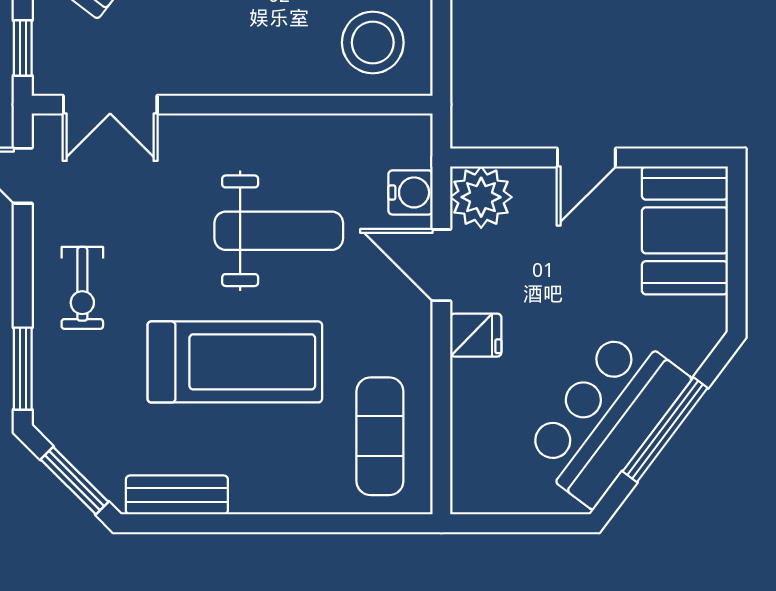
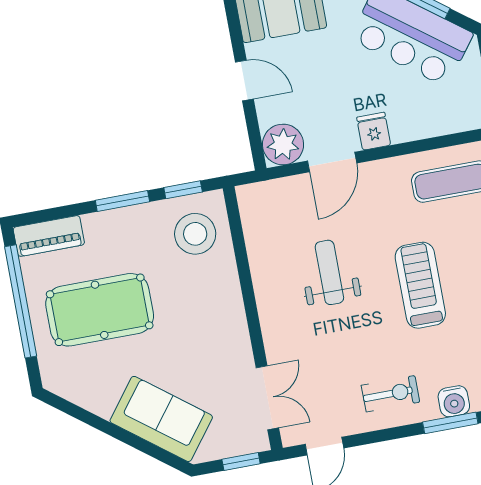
window: (441, 37) -> (183, 190), added
water cooler: (410, 192) -> (454, 401), moved, turned 180
weight bench: (279, 231) -> (329, 272), width x0.73, depth x0.75
treadmill: (235, 362) -> (420, 285), width x0.73, depth x0.73

